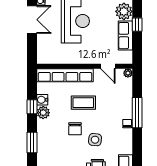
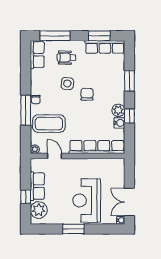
coffee table: (83, 103) -> (49, 124), moved, width x1.36, depth x1.32

